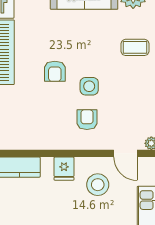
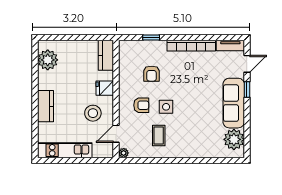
coffee table: (135, 47) -> (159, 136), moved
armchair: (55, 71) -> (152, 74), moved, turned -90

